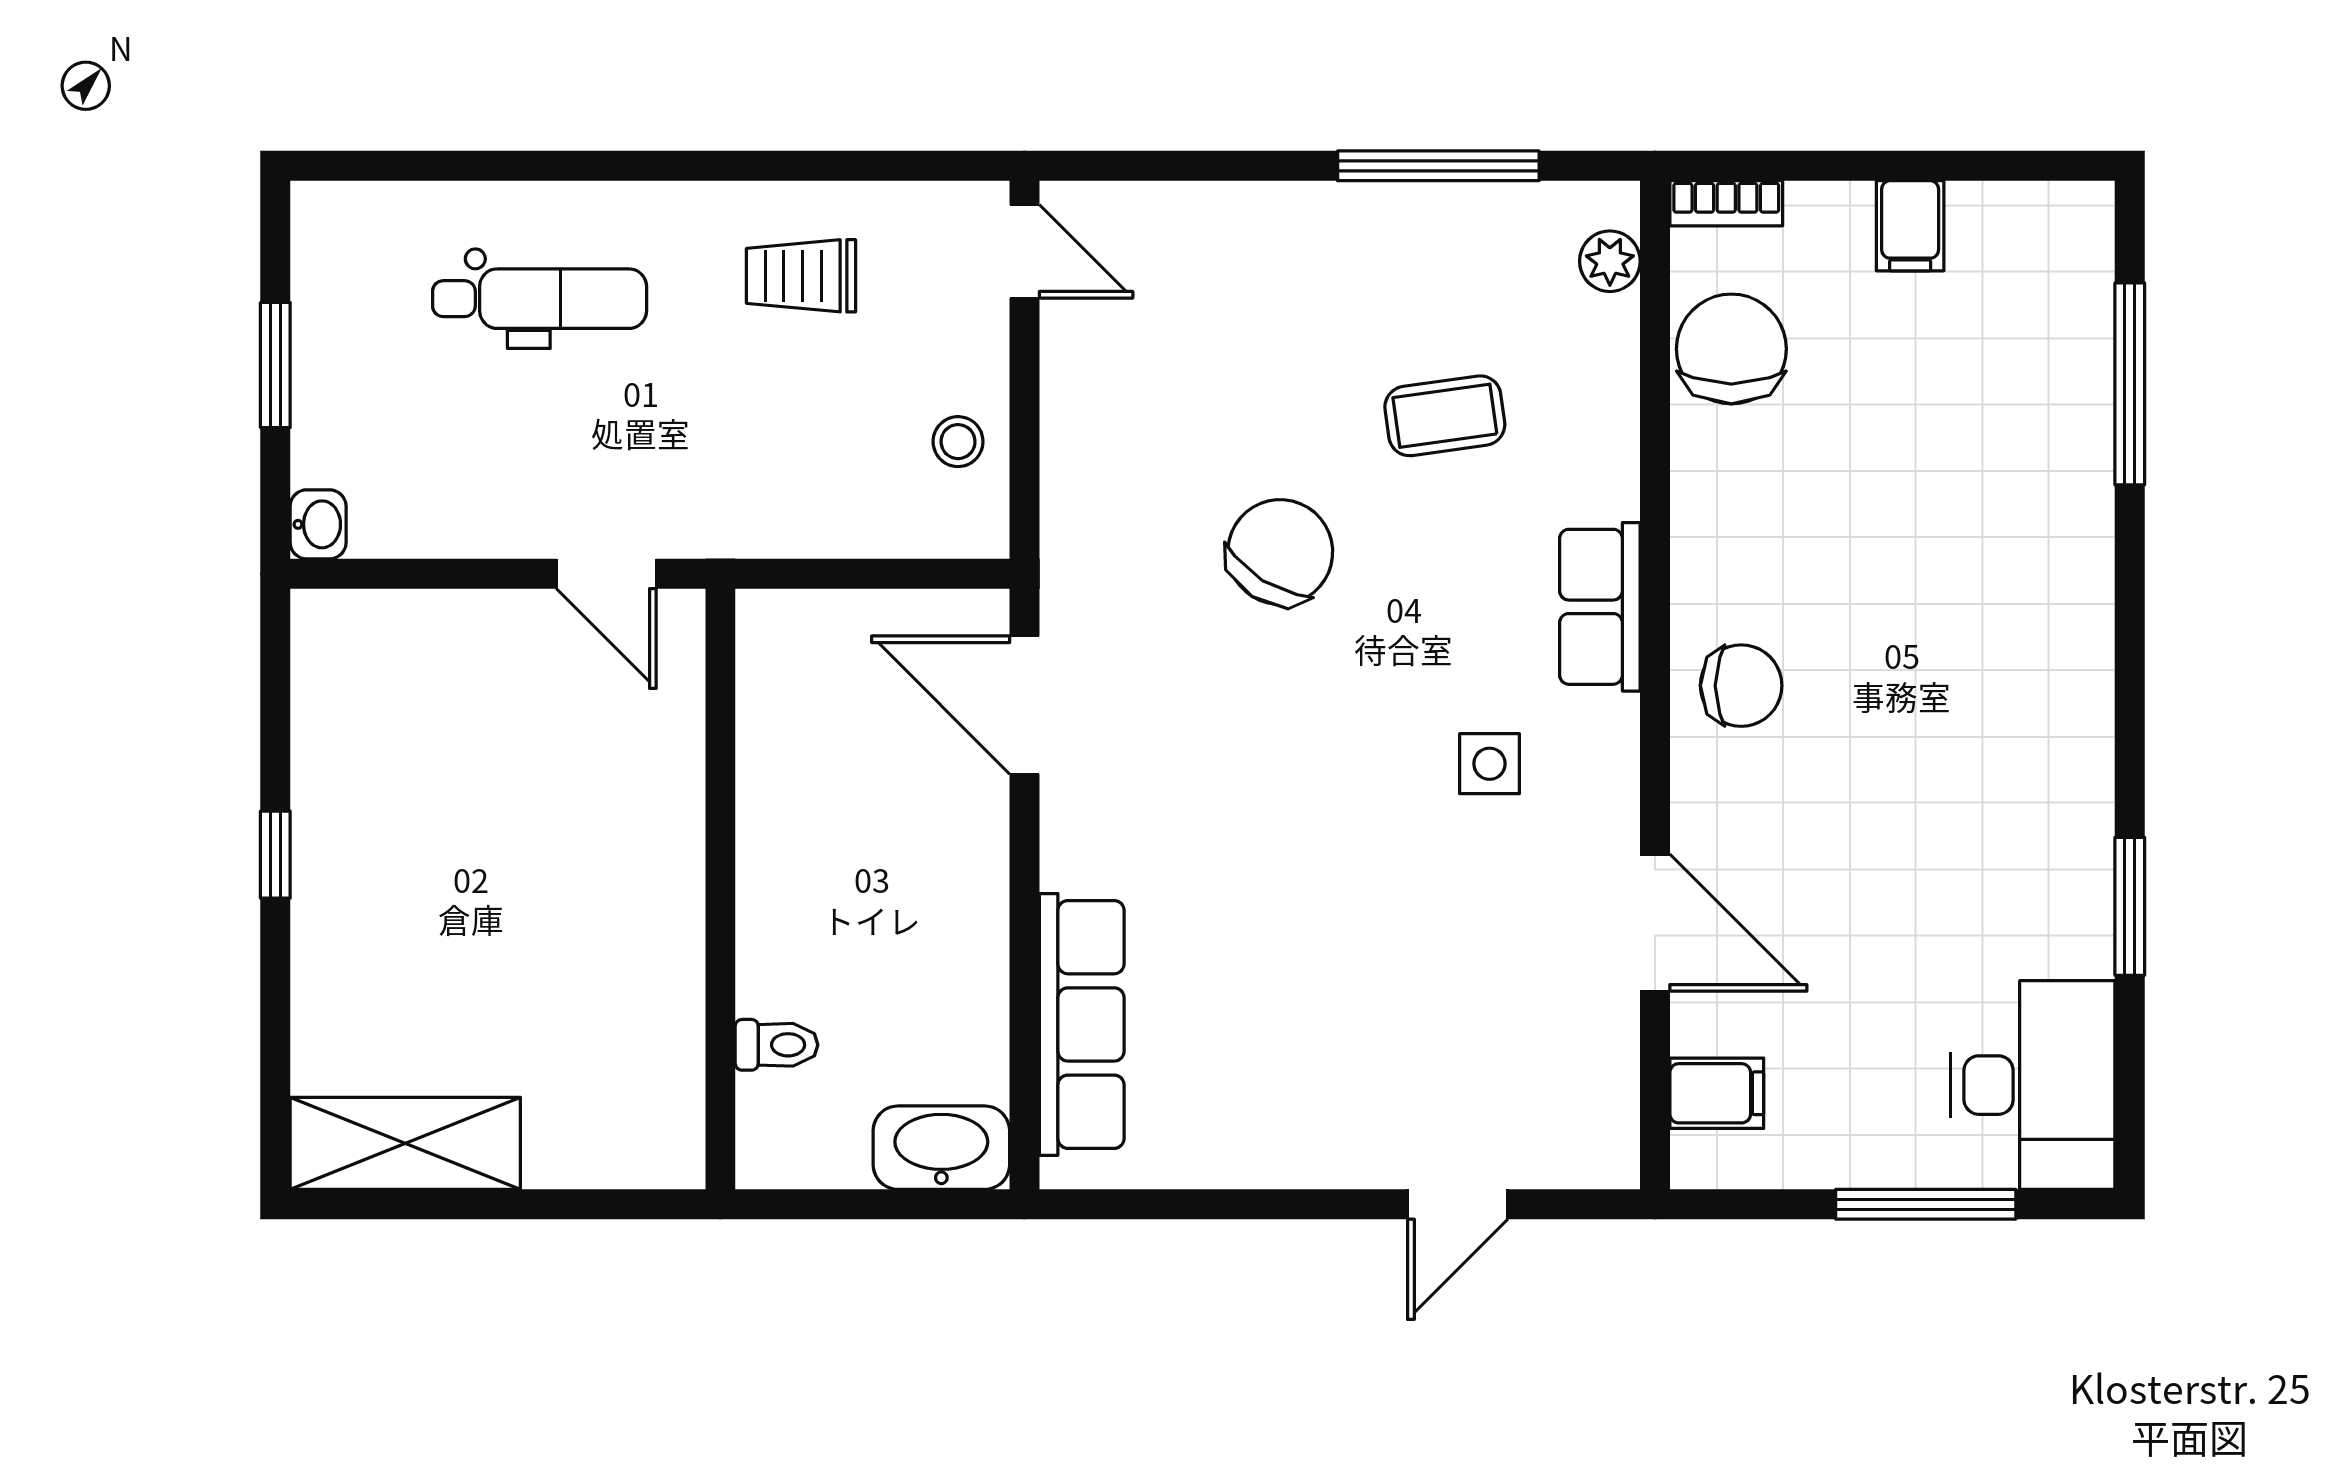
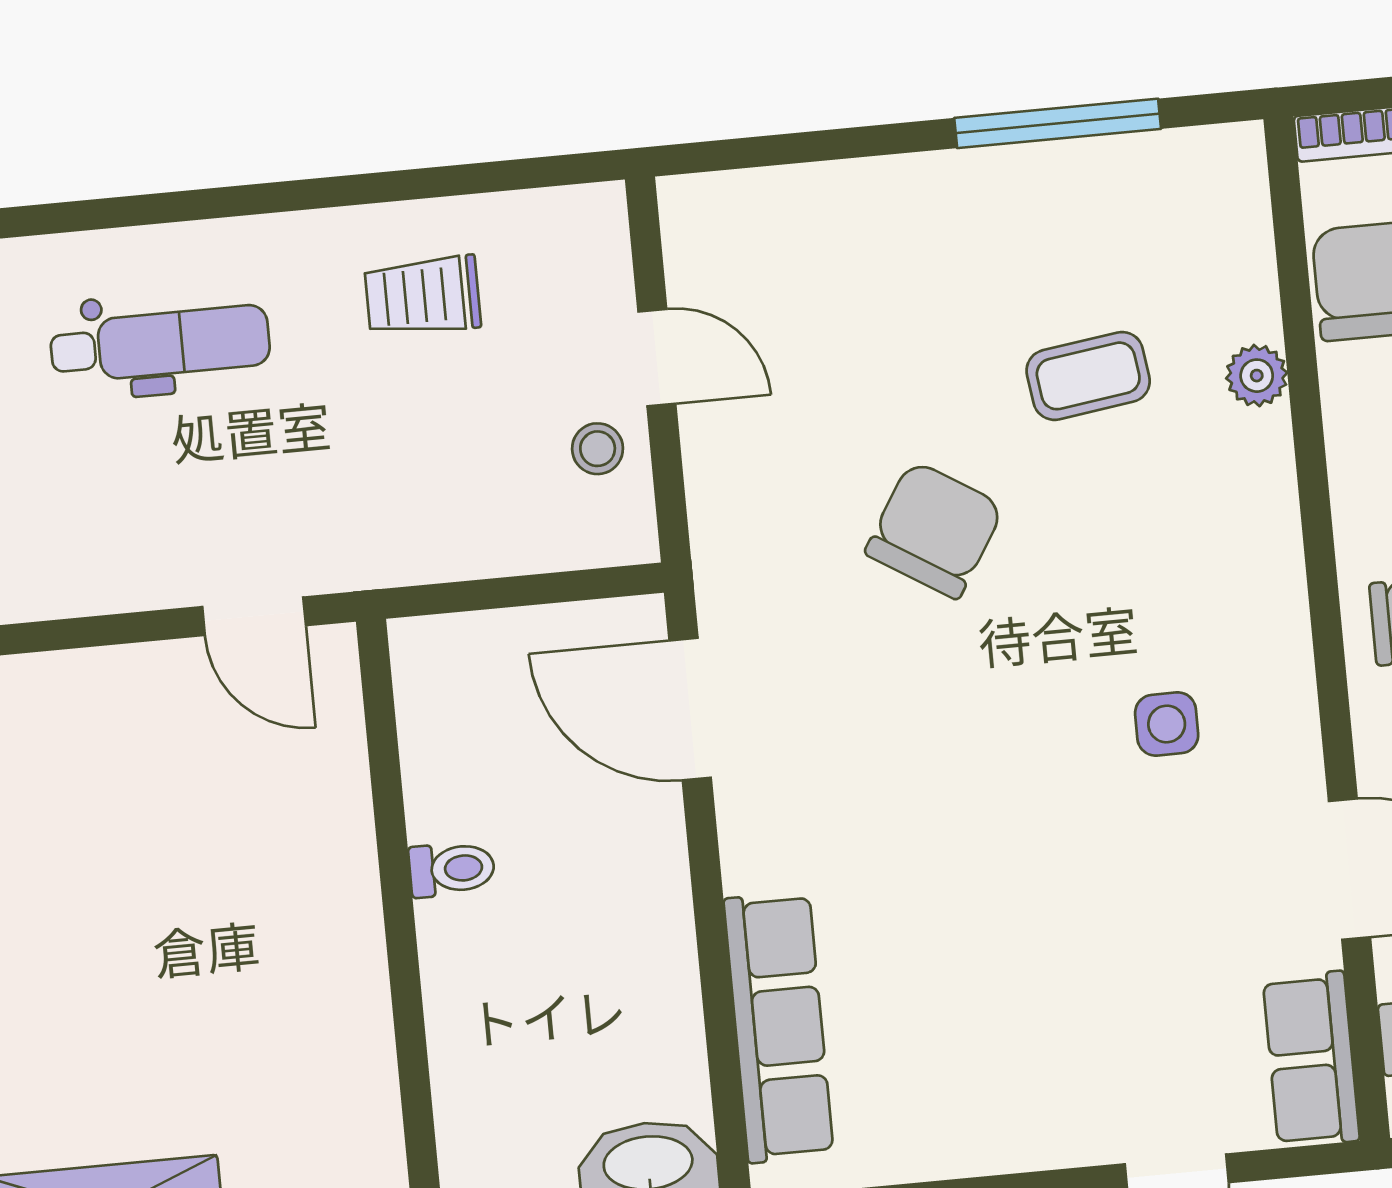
door: (1024, 251) -> (657, 358), moved
plant: (1610, 261) -> (1257, 376), moved
row of seats: (1600, 607) -> (1311, 1059), moved
toilet: (776, 1045) -> (452, 869), moved

